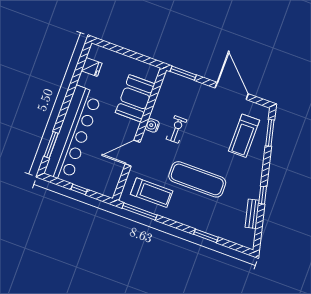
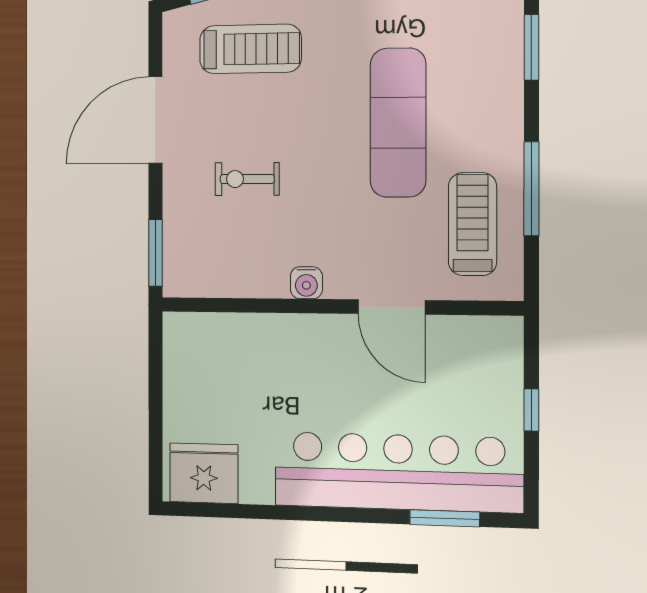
fridge: (92, 67) -> (204, 473), width x1.88, depth x1.34
booth: (135, 98) -> (256, 348), removed
exercise bike: (176, 129) -> (247, 179), moved
window: (140, 212) -> (531, 189), moved

